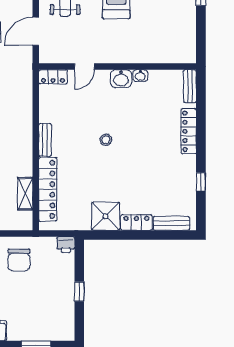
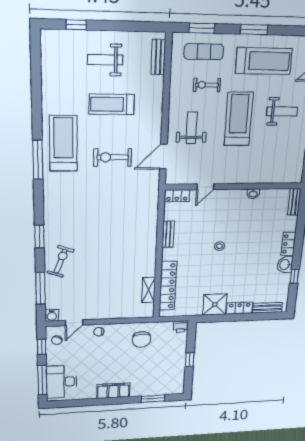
washbasin: (121, 79) -> (285, 265), moved, turned 90
locker: (189, 131) -> (288, 244), width x0.66
bench: (45, 140) -> (168, 234), moved

